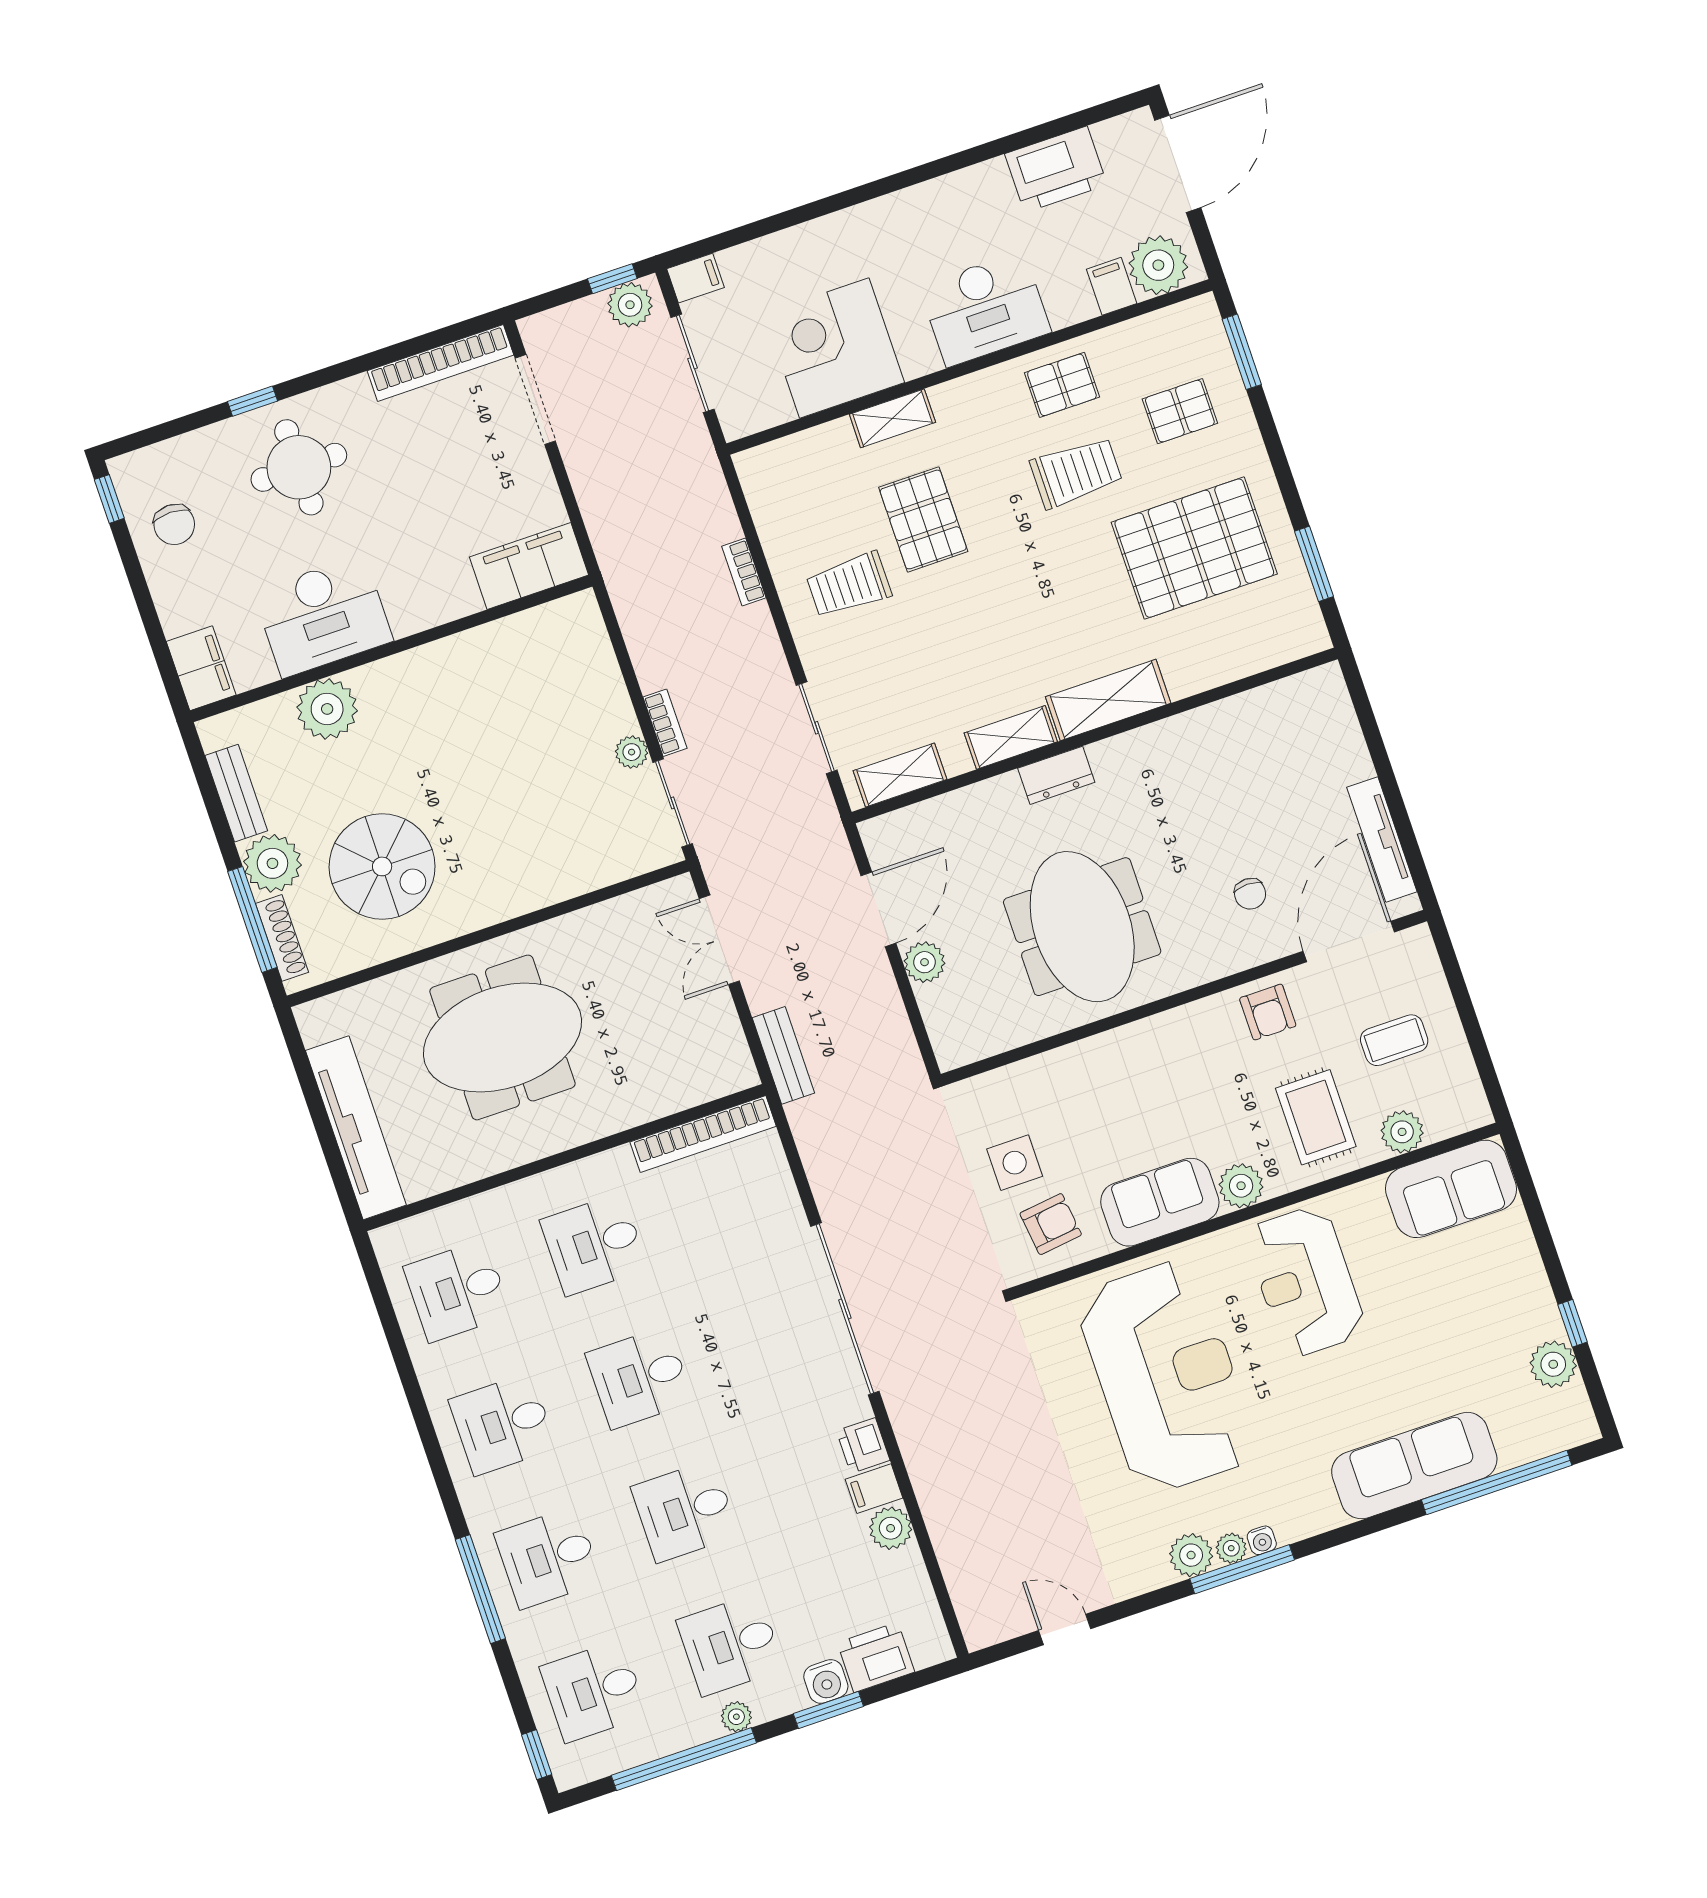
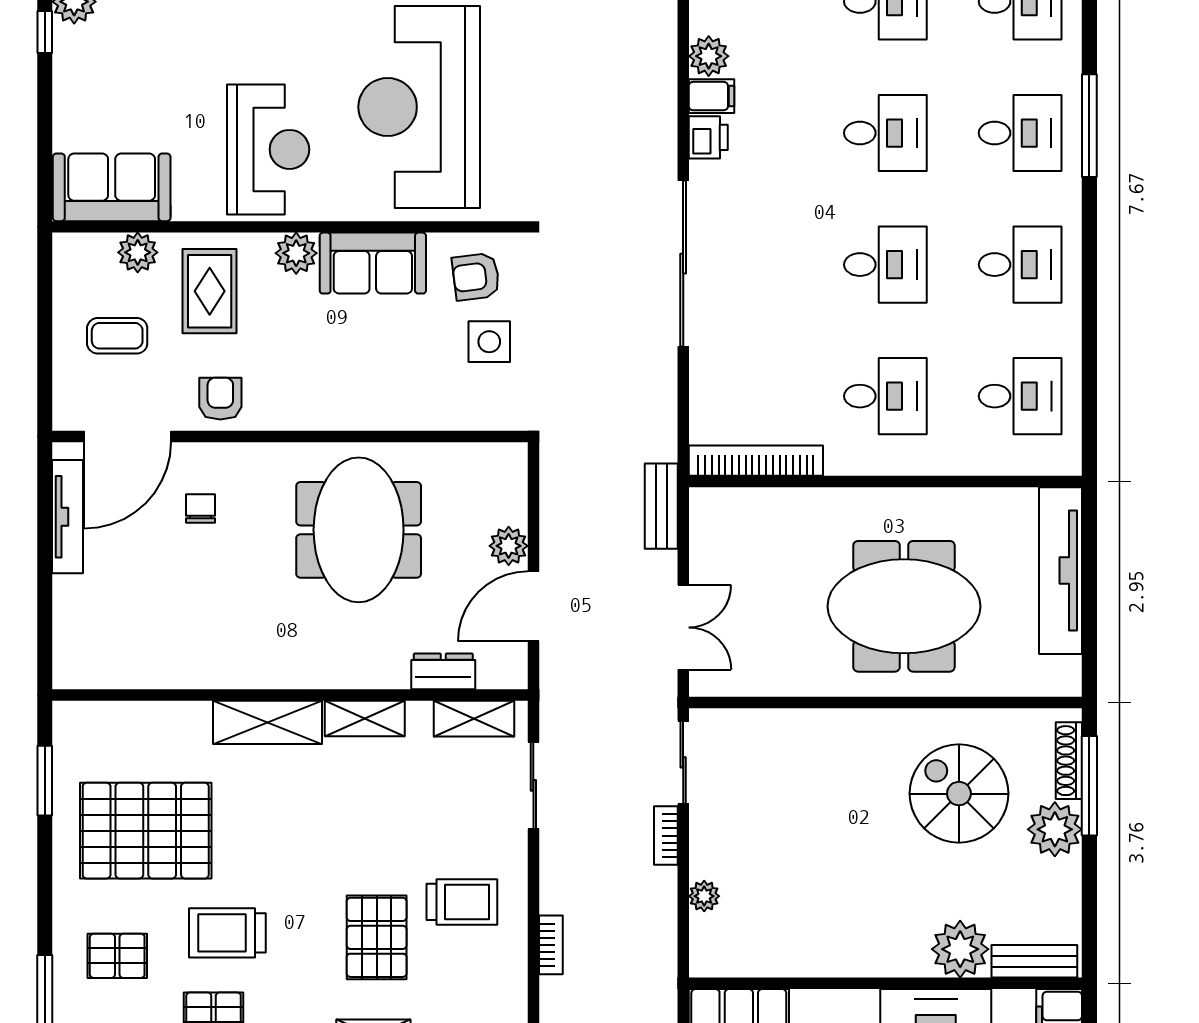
plant: (632, 752) -> (704, 896), moved
dresser: (1056, 775) -> (443, 671), moved
bench: (236, 793) -> (1034, 961), moved, turned 90

